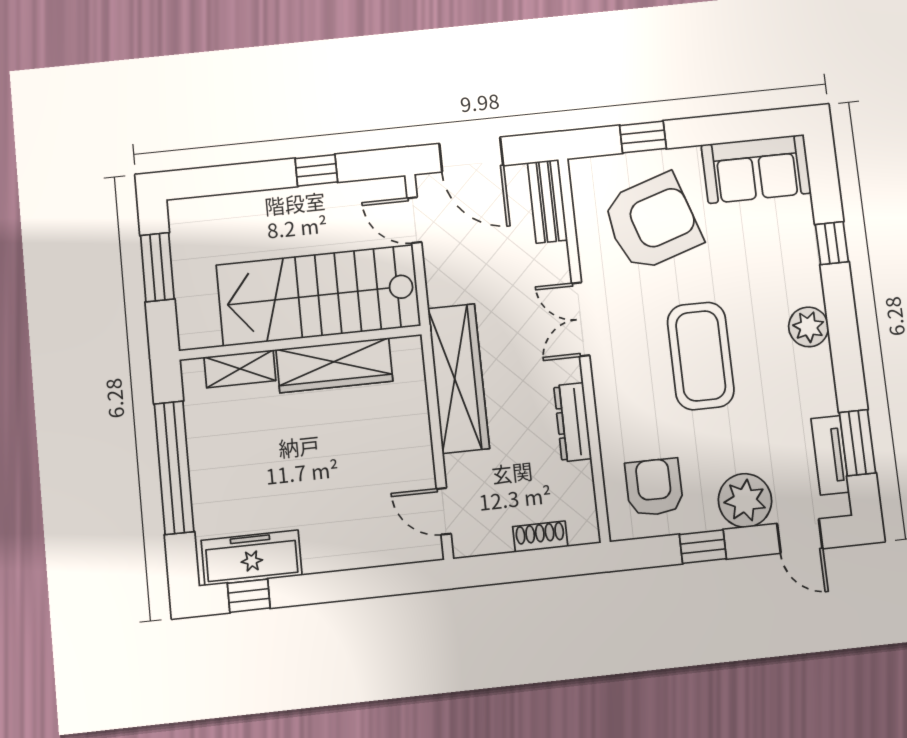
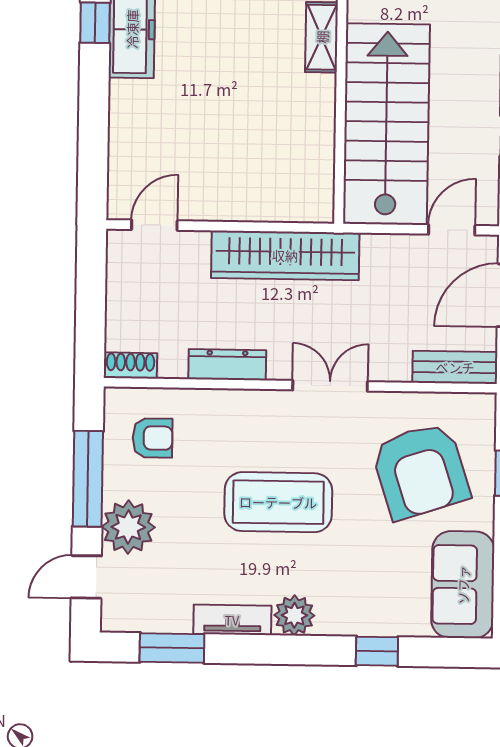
wardrobe: (334, 365) -> (314, 132), removed
tv unit: (830, 455) -> (232, 620), moved
armchair: (654, 487) -> (153, 438), width x0.72, depth x0.72
shoe rack: (540, 537) -> (130, 365), moved, turned -90
window: (703, 547) -> (88, 479), width x2.17

